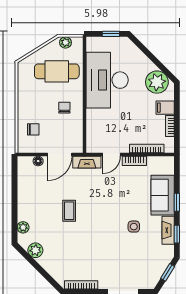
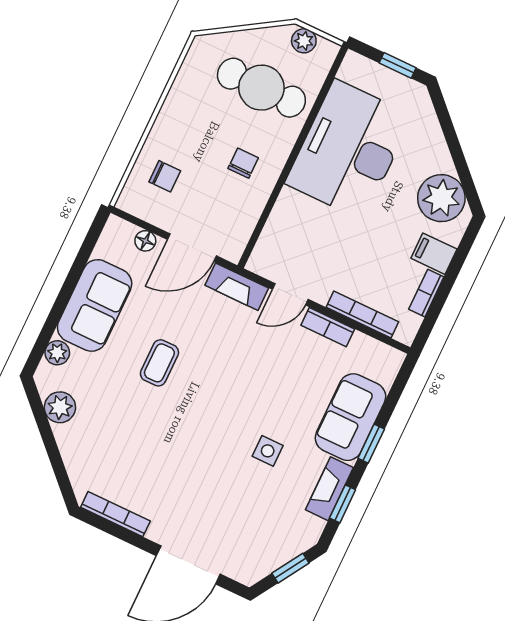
sofa: (29, 199) -> (95, 305), added

